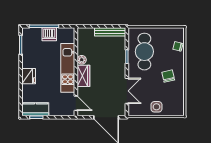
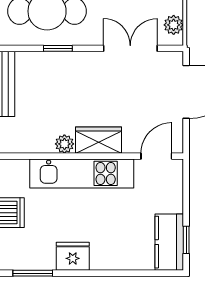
fridge: (29, 76) -> (73, 256), moved
plant: (138, 111) -> (174, 25), added

